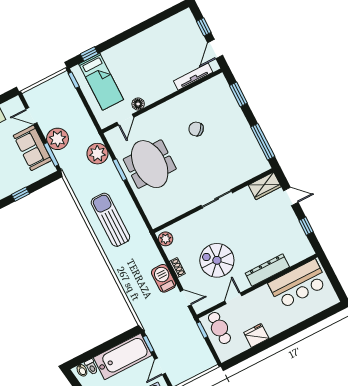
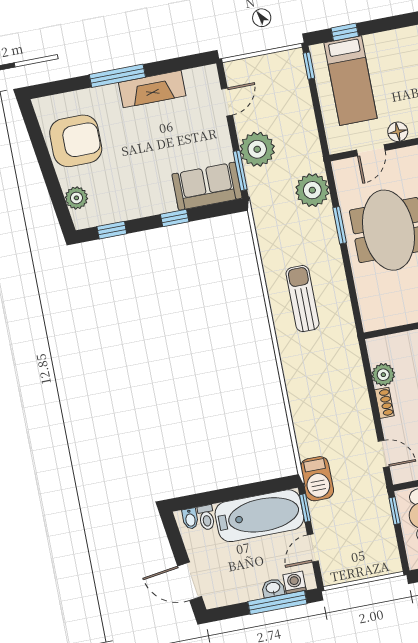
door: (31, 116) -> (227, 102), swing flipped
sofa: (32, 148) -> (207, 186), moved, turned 90
sun lounger: (110, 220) -> (303, 299), width x0.73, depth x0.75
plant: (166, 239) -> (383, 375), moved
barbecue: (164, 278) -> (317, 479), moved, turned 180

